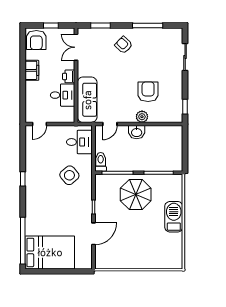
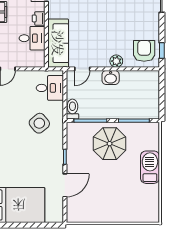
armchair: (148, 92) -> (144, 51), moved

